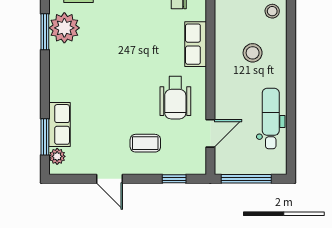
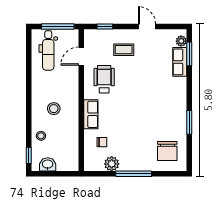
plant: (64, 28) -> (177, 125), removed
dental chair: (271, 118) -> (48, 50), moved

